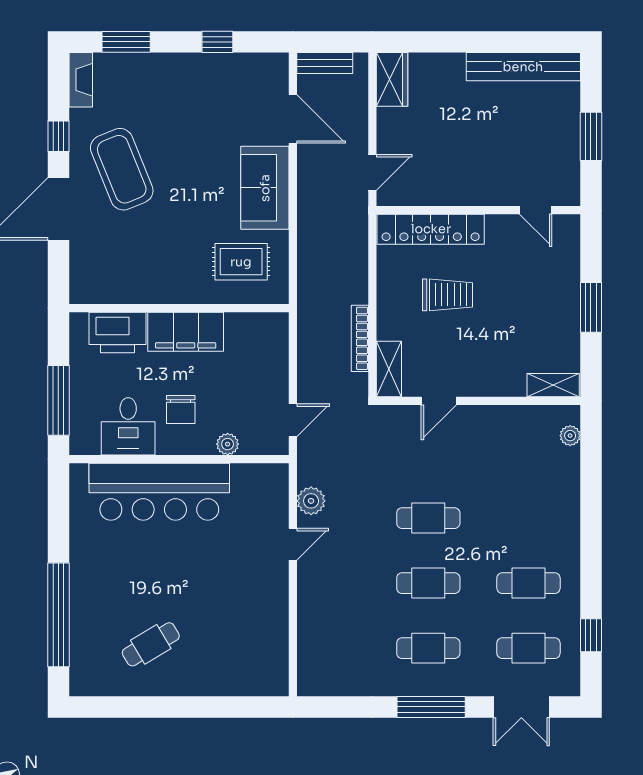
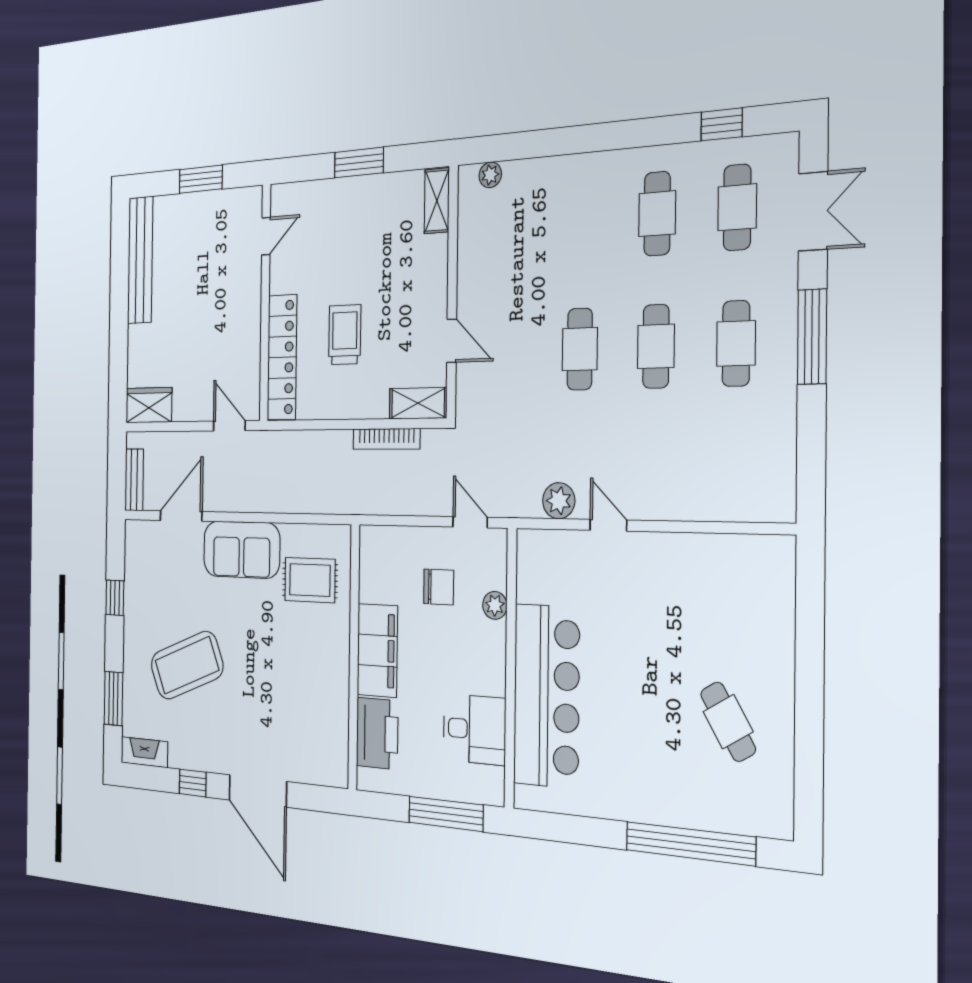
coffee table: (122, 169) -> (187, 665), moved
rug: (241, 262) -> (310, 580), turned 90
chair: (181, 410) -> (439, 587), moved

